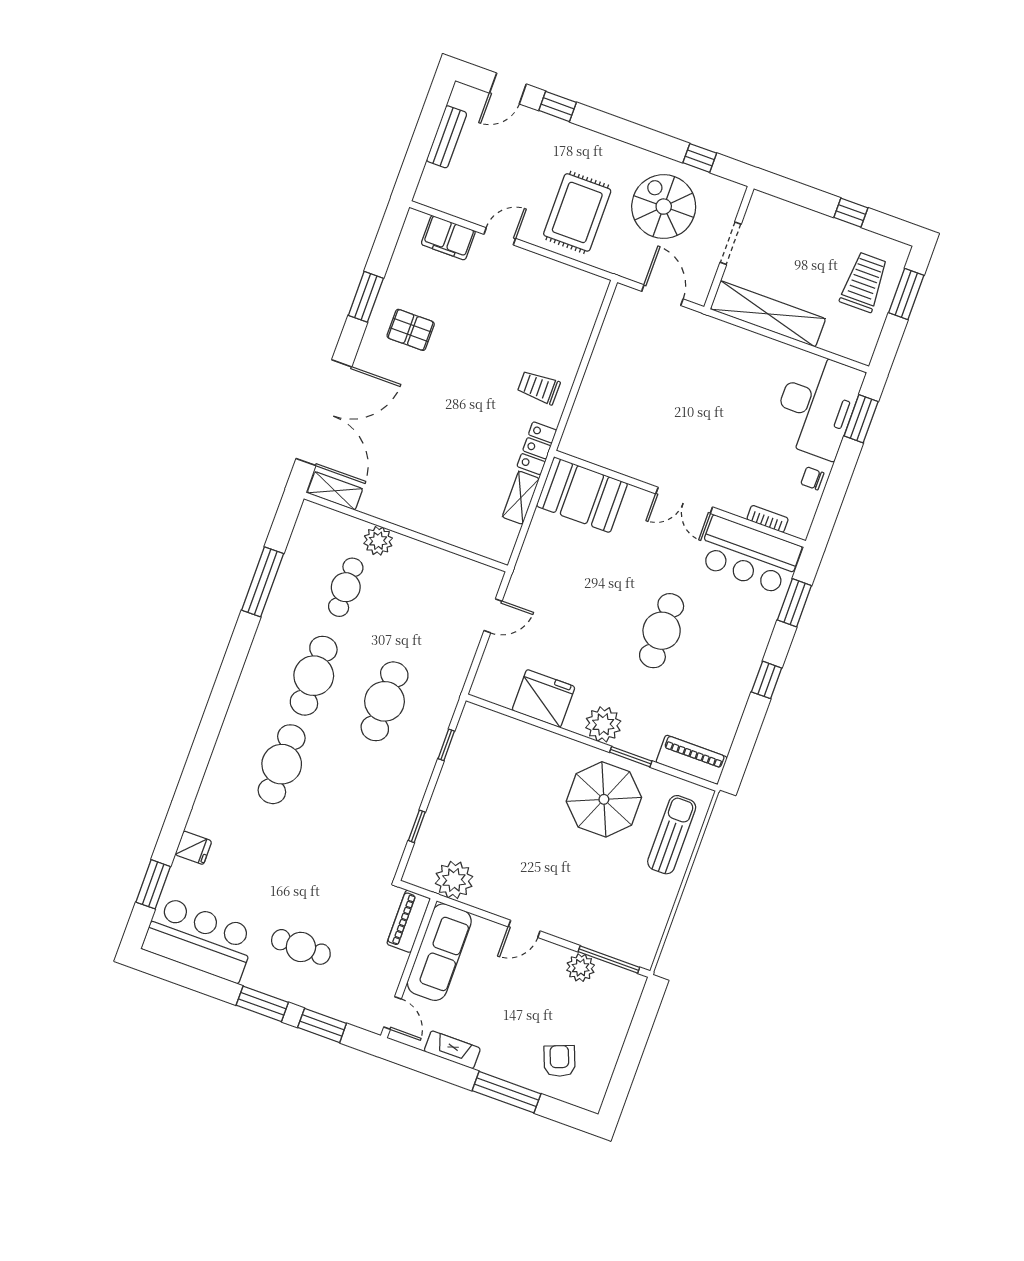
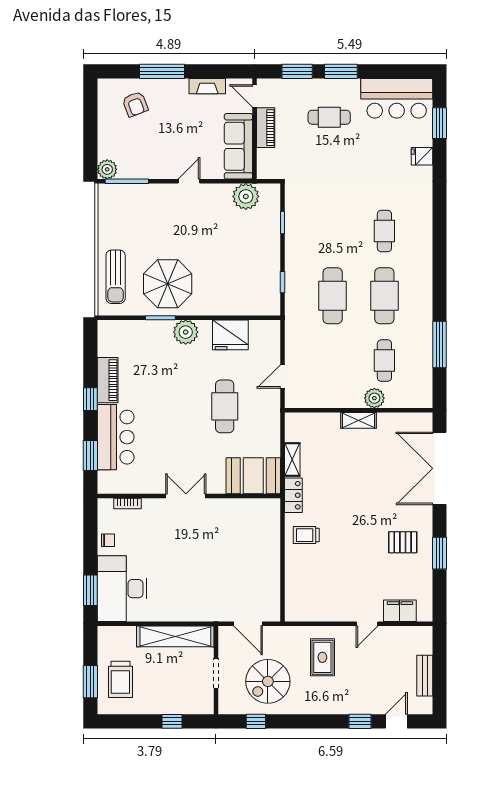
spiral stairs: (664, 207) -> (268, 681), turned 90
rug: (577, 212) -> (322, 657), width x0.73, depth x0.70
window: (851, 213) -> (172, 721), moved
trolley: (539, 387) -> (306, 535), turned 180
shelving: (335, 491) -> (358, 420), moved
bar counter: (749, 555) -> (116, 437), moved, turned 90
cafe table: (662, 631) -> (225, 406), moved
piano: (692, 760) -> (108, 380), moved, turned -90
cafe table: (282, 764) -> (384, 231), width x0.73, depth x0.74
piano: (409, 921) -> (266, 128), moved
plant: (581, 968) -> (107, 169), moved

